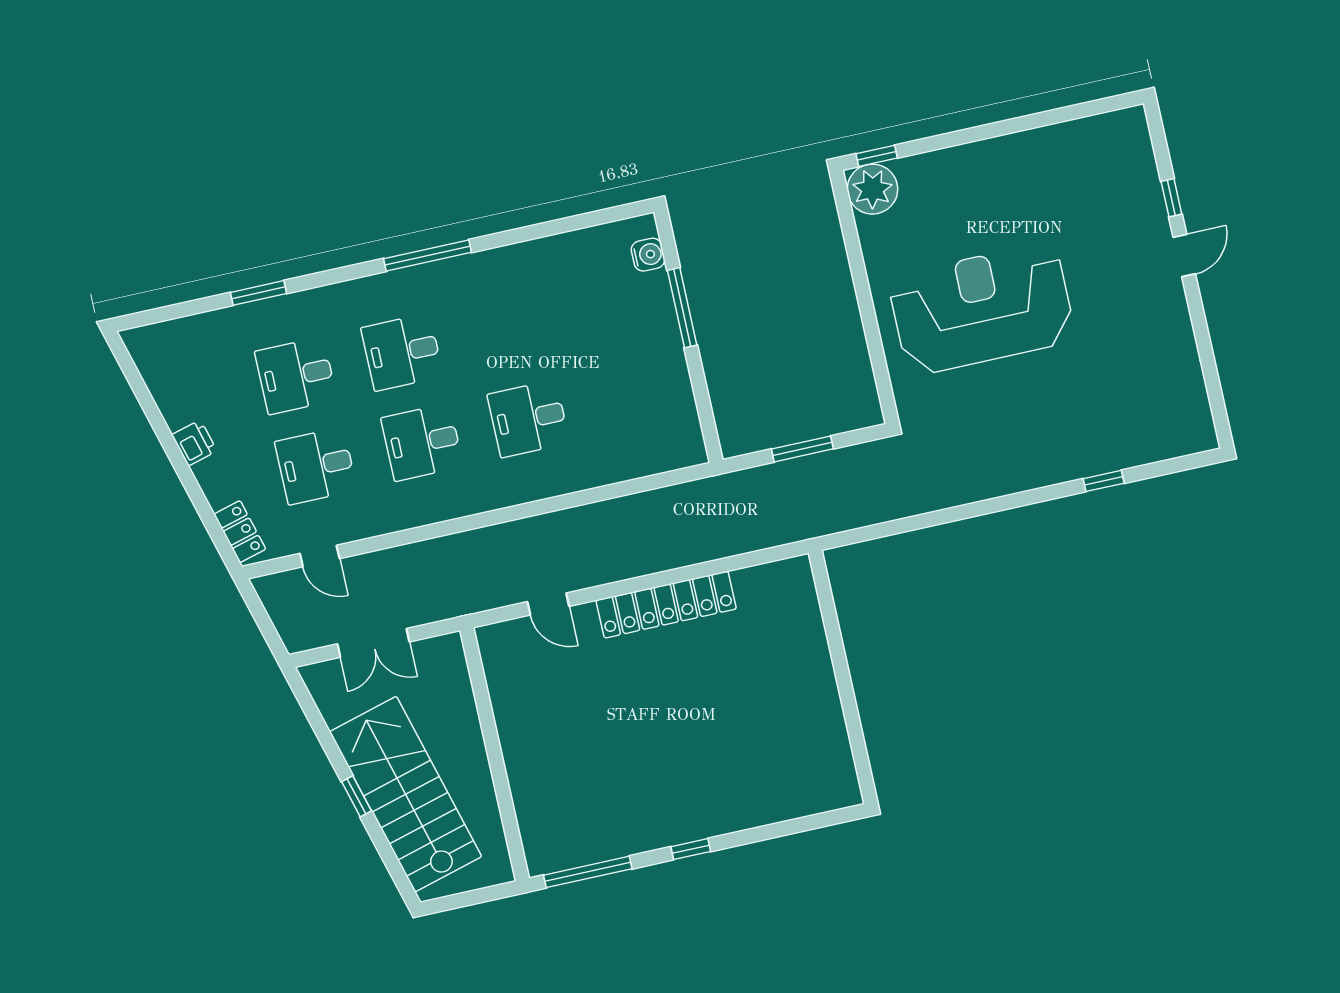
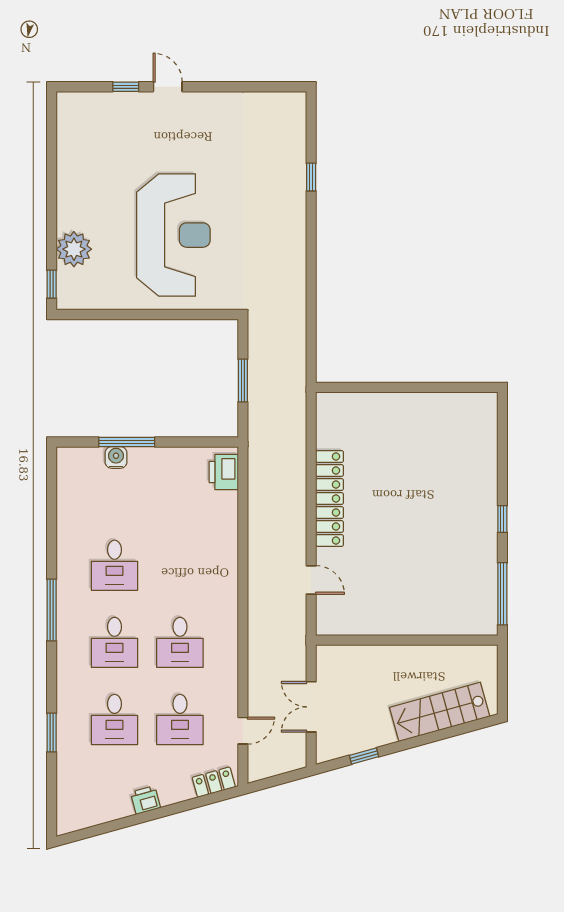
plant: (873, 189) -> (74, 249), moved
water cooler: (648, 255) -> (116, 457), moved
reception desk: (982, 309) -> (173, 235), turned 180
desk: (528, 419) -> (114, 565), moved
printer: (670, 451) -> (224, 472), added
door: (548, 604) -> (311, 580), hinge flipped
double door: (373, 643) -> (311, 707), swing flipped
stairs: (406, 794) -> (440, 712), width x0.73, depth x0.66
window: (357, 796) -> (364, 756), moved

